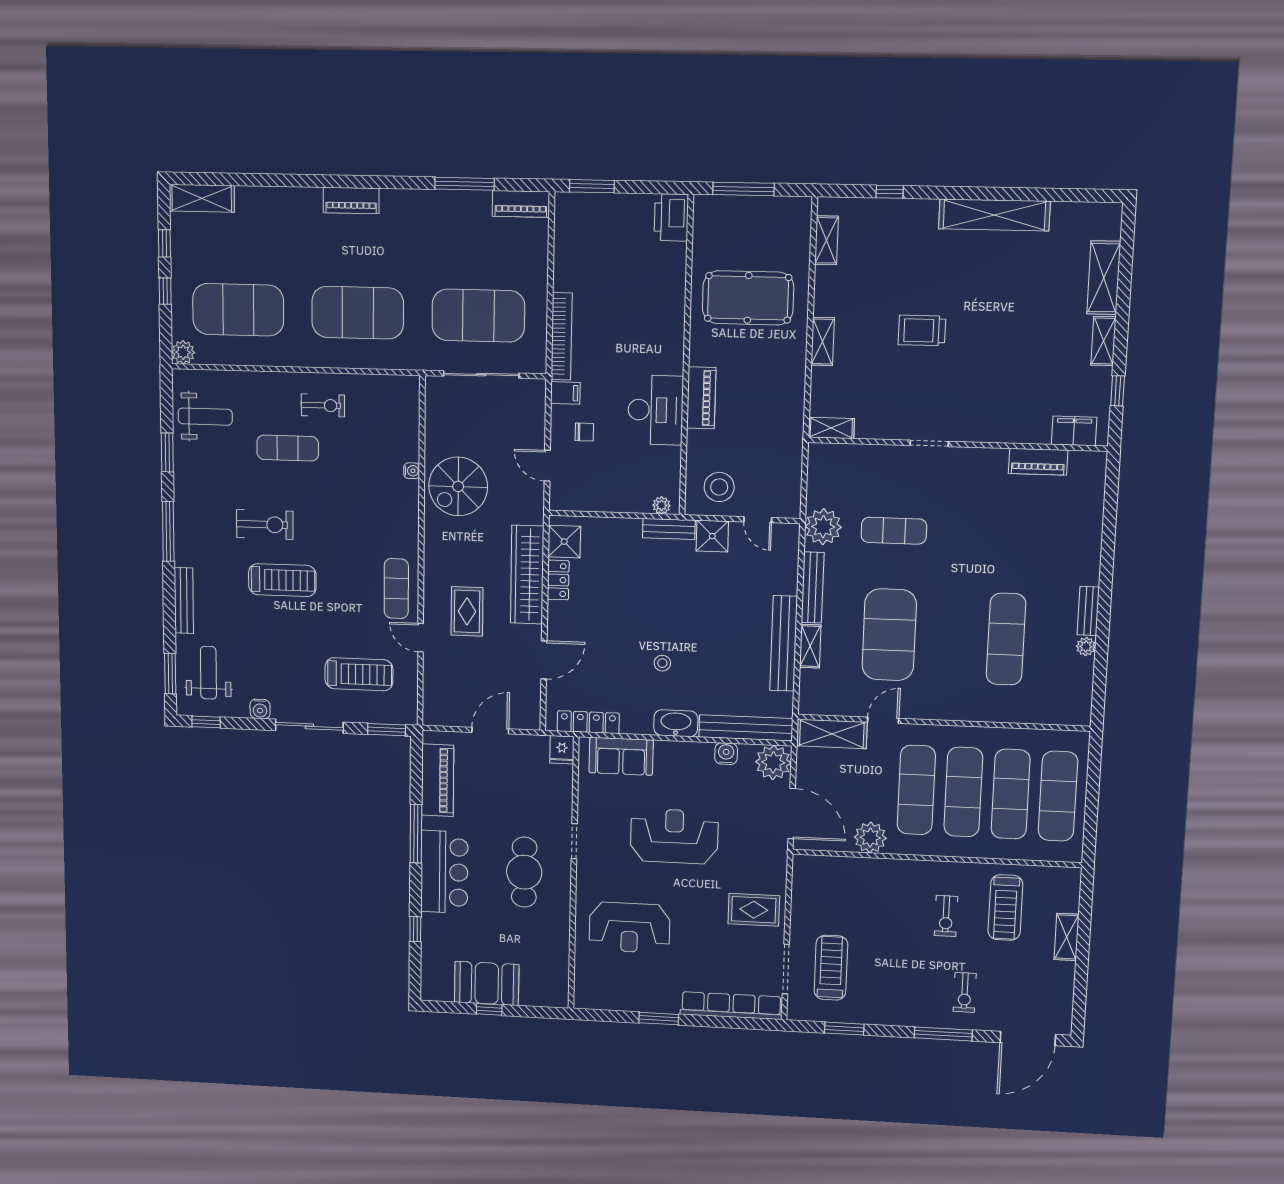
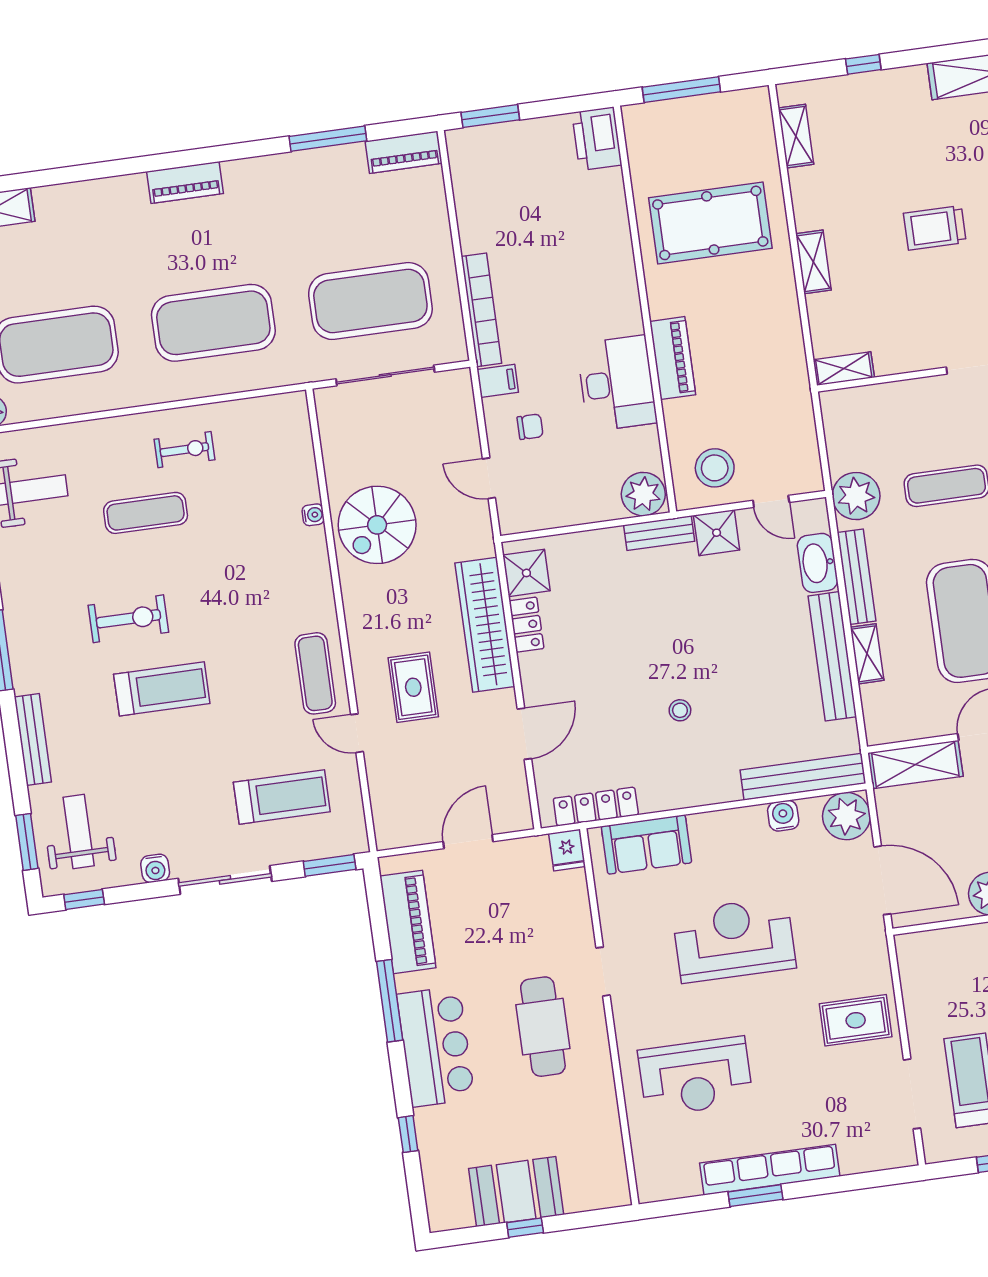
plant: (662, 505) -> (643, 494), width x1.87, depth x1.87
washbasin: (676, 723) -> (818, 563), moved, turned -90
row of seats: (731, 1006) -> (770, 1170), moved

